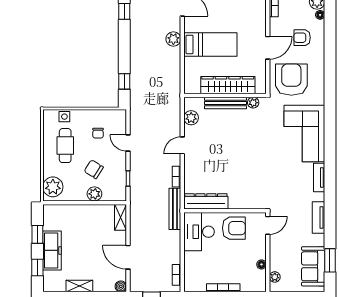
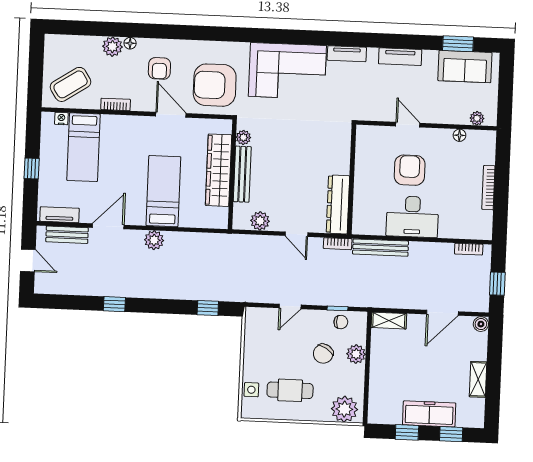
chair: (98, 133) -> (341, 322), moved
dresser: (206, 201) -> (338, 204), moved
wall: (225, 211) -> (352, 179), moved

